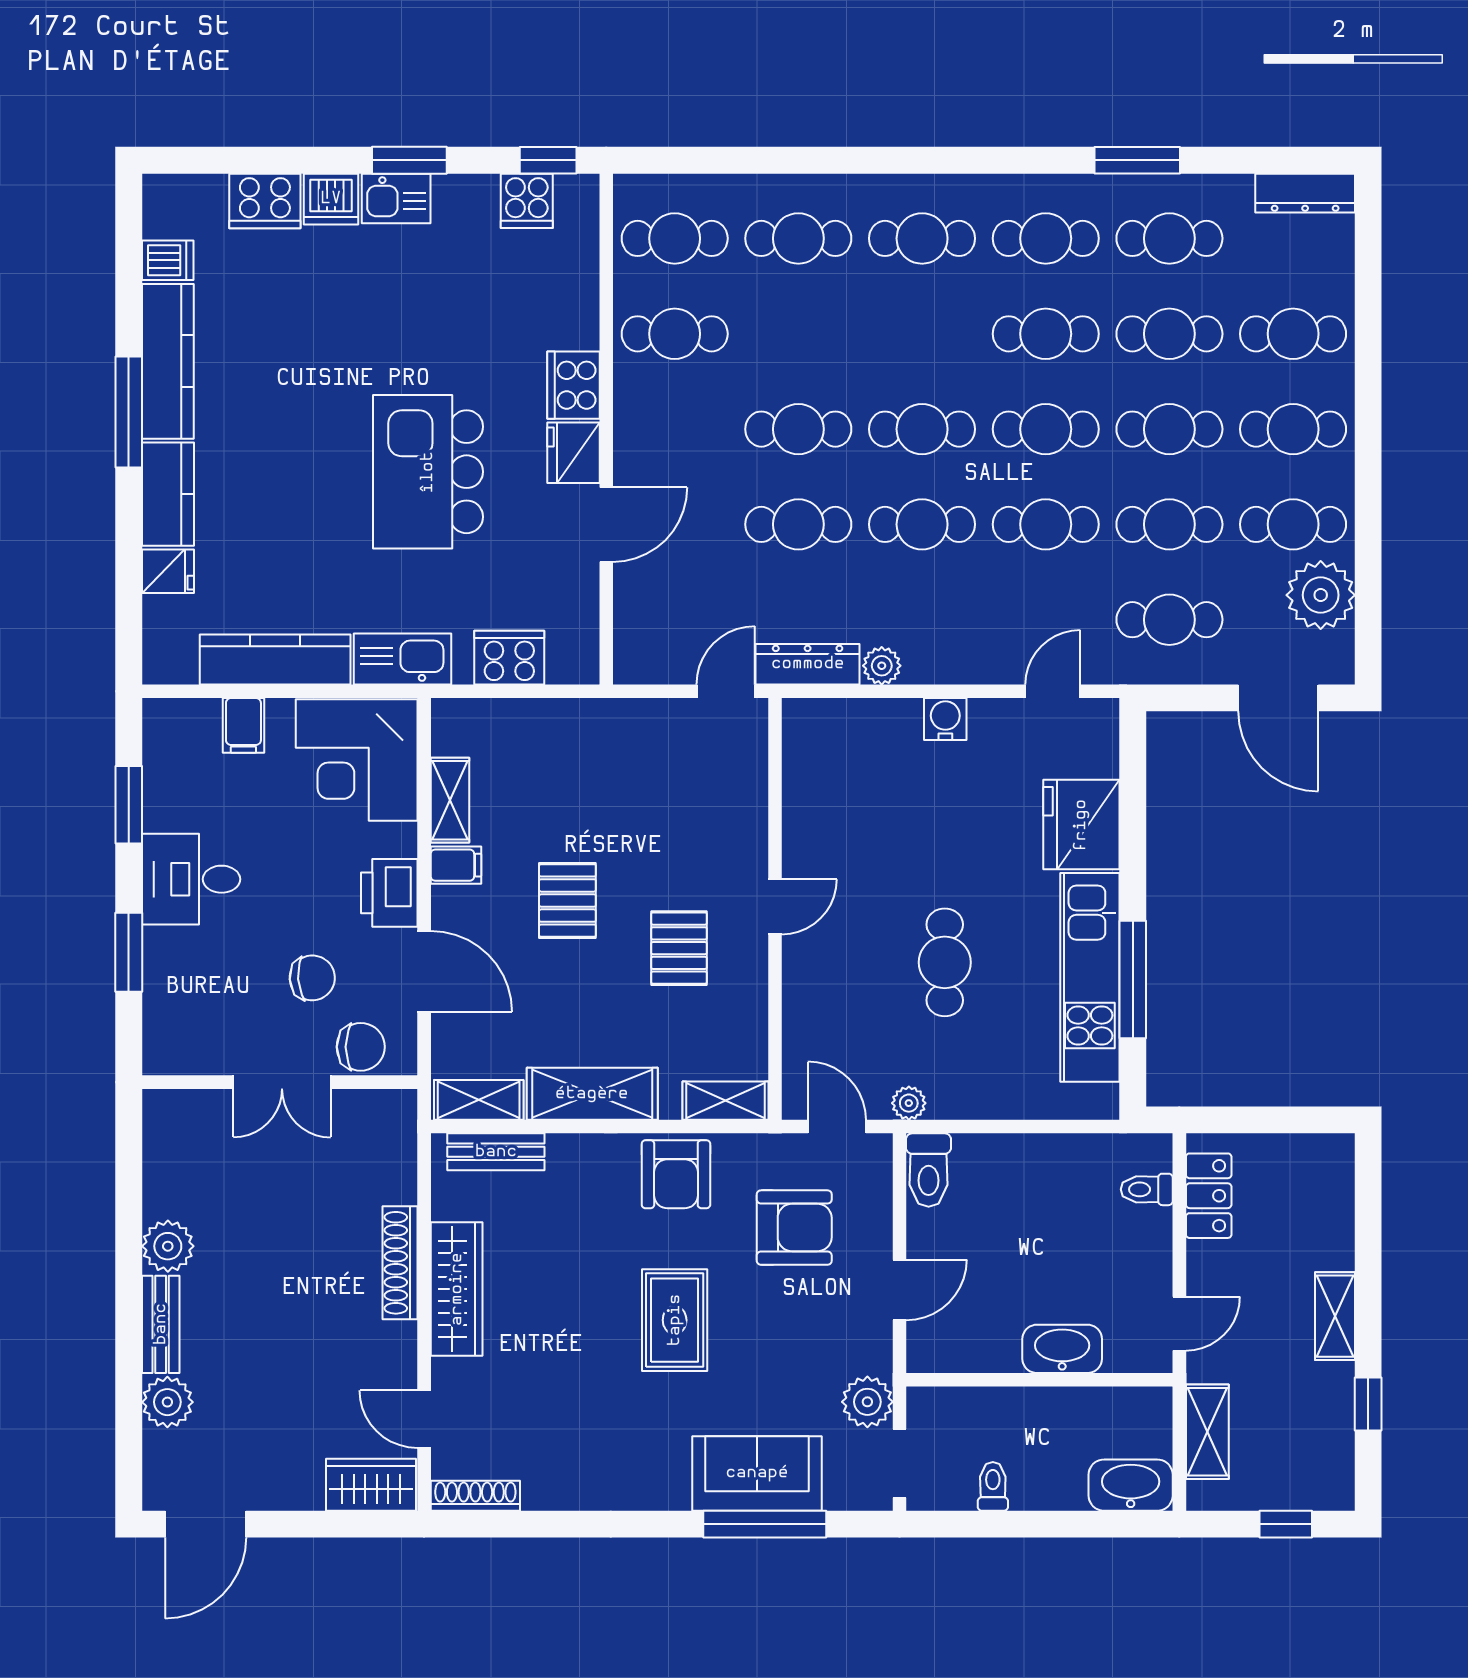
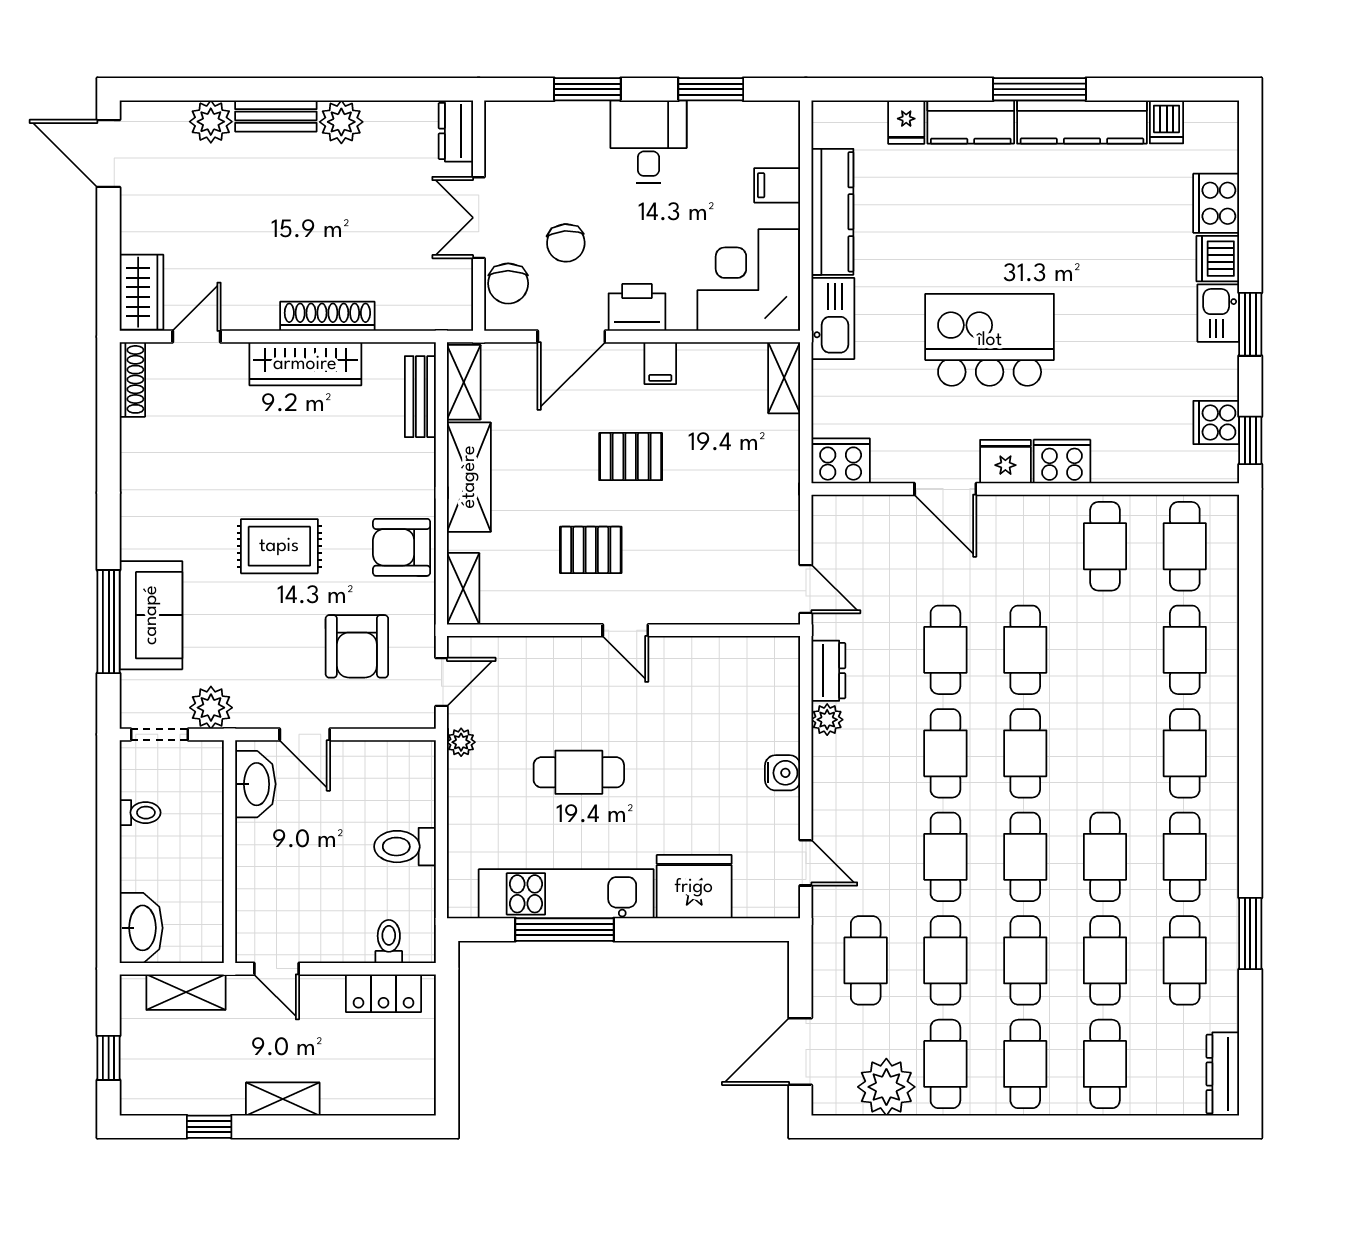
cooker: (509, 658) -> (841, 461), moved, turned -90
dresser: (808, 664) -> (828, 671), width x0.70
shelving: (450, 800) -> (784, 378), moved, turned 90
dresser: (179, 1109) -> (456, 131), added
toilet: (929, 1170) -> (405, 847), moved
washbasin: (1062, 1349) -> (255, 784), moved

